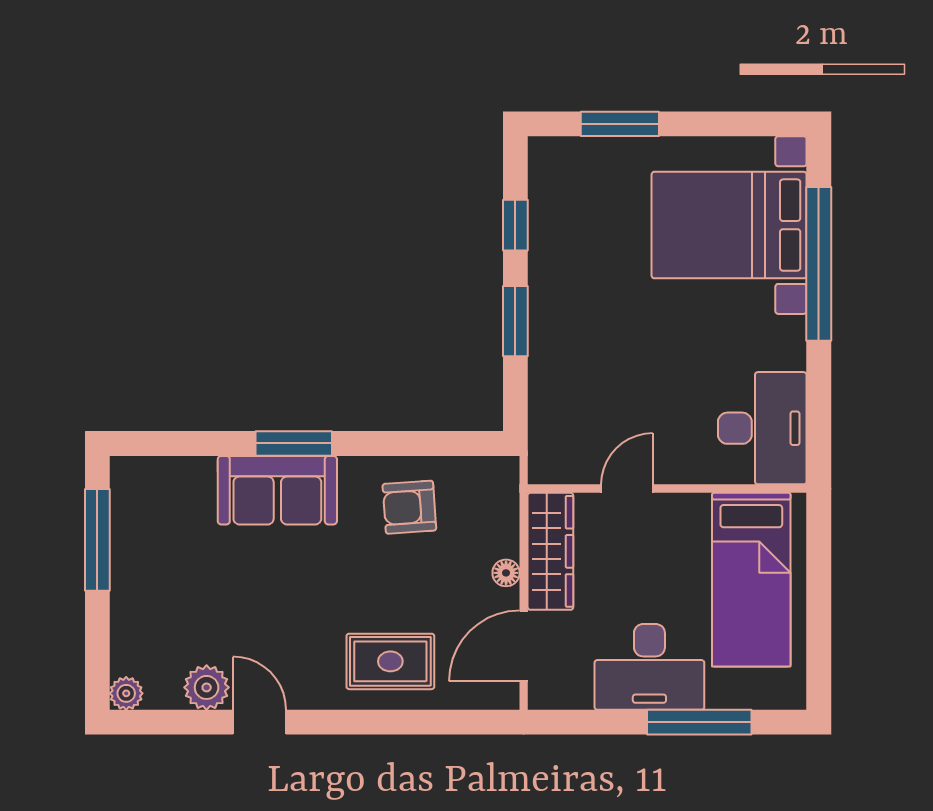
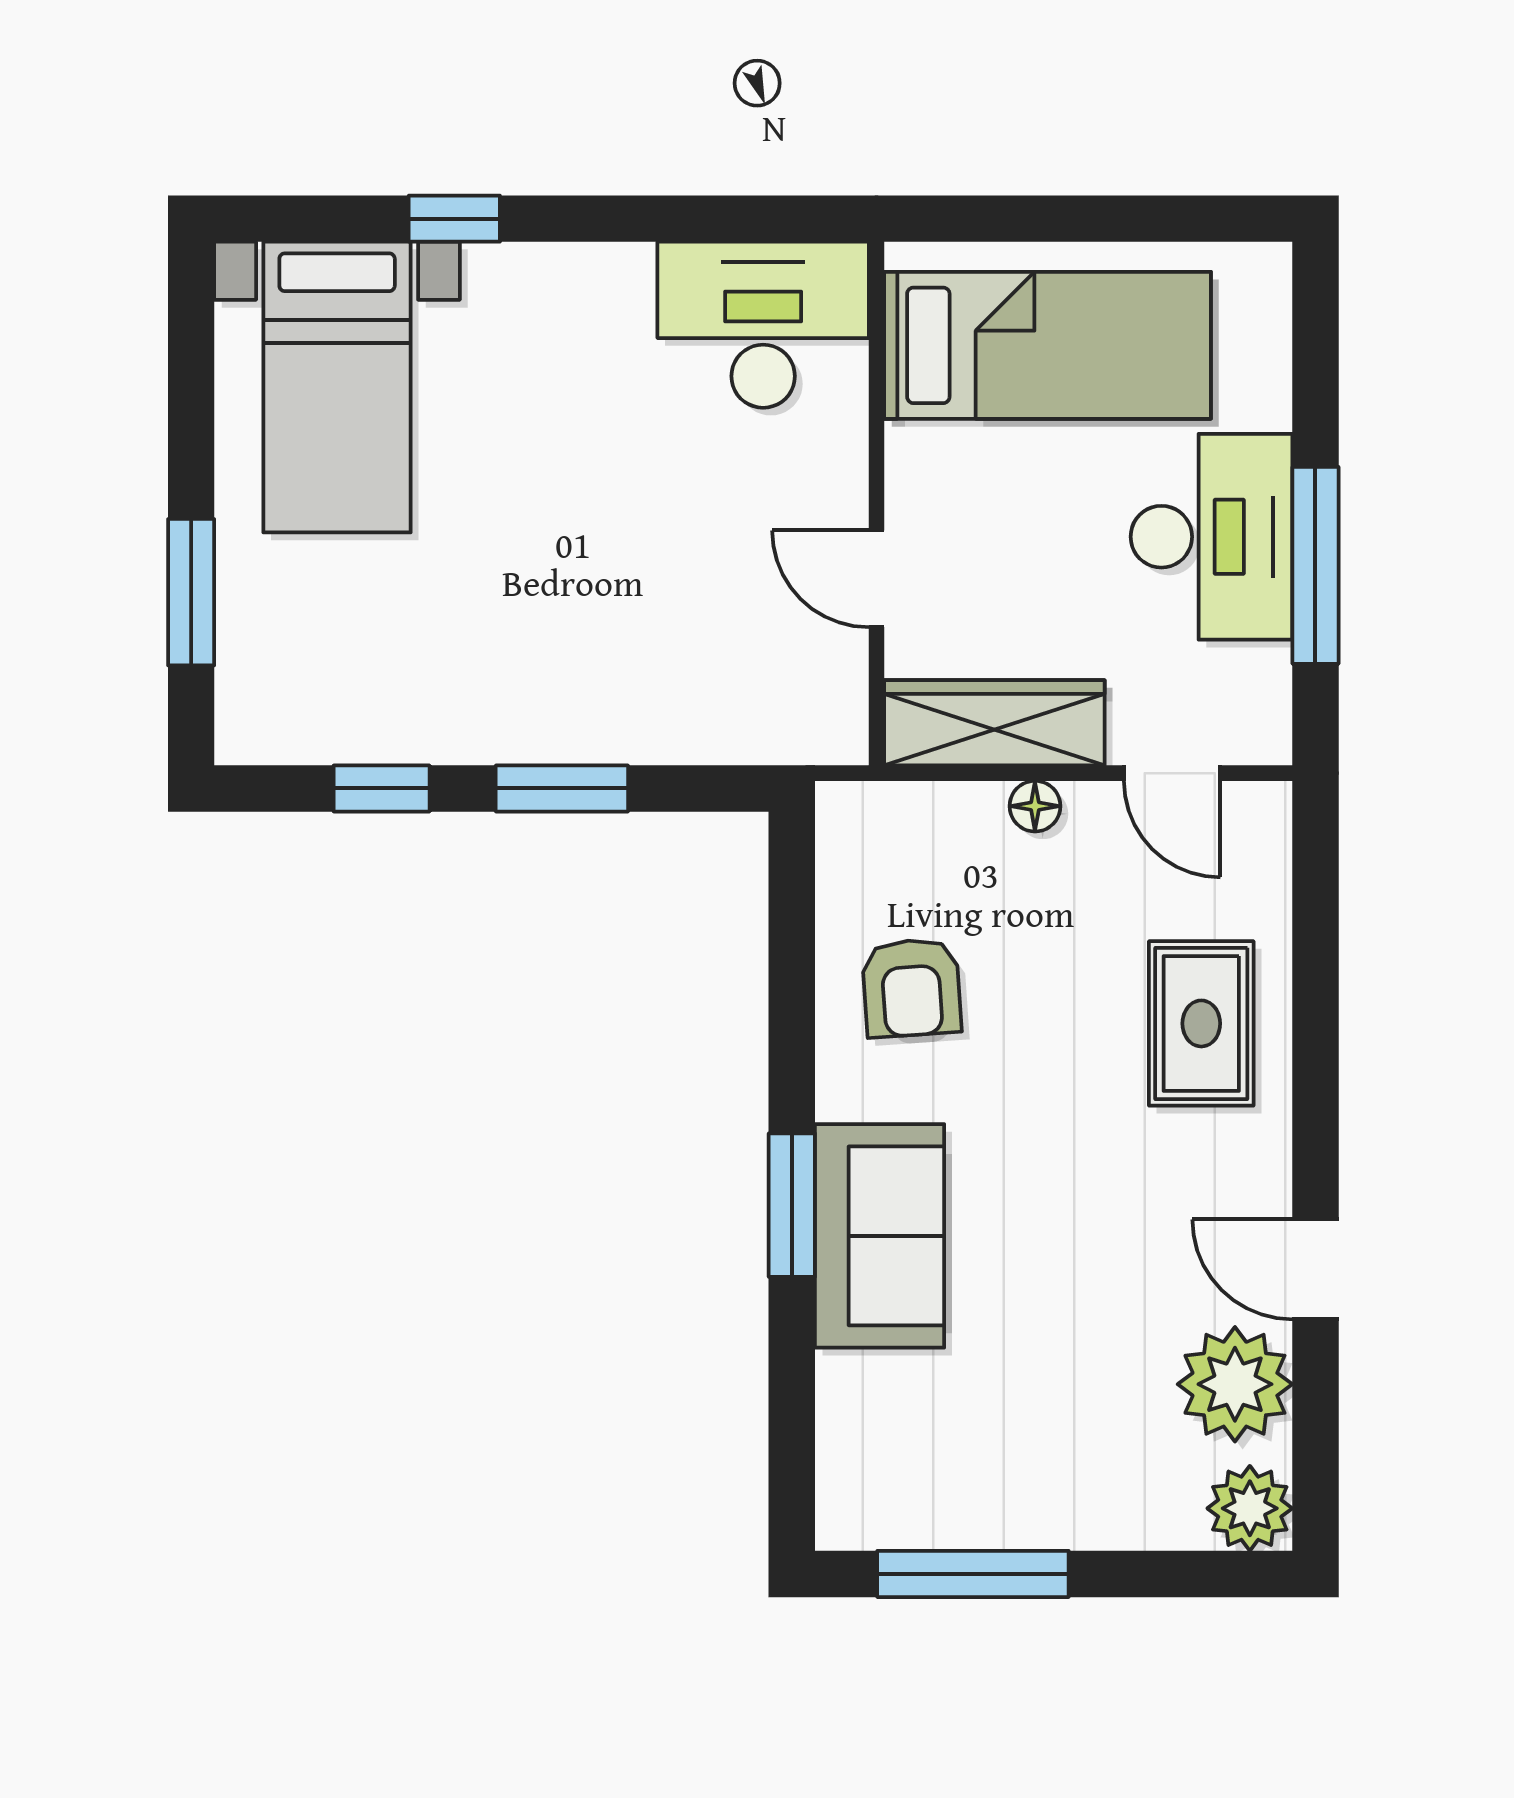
bed with nightstands: (729, 225) -> (337, 387), width x0.73
window: (819, 264) -> (454, 219), width x0.32
door: (524, 646) -> (1172, 773), width x0.73
plant: (207, 687) -> (1235, 1384), width x1.36, depth x1.36
plant: (126, 693) -> (1250, 1508), width x1.38, depth x1.38
door: (260, 722) -> (1315, 1269), hinge flipped
window: (699, 722) -> (1315, 565), moved

